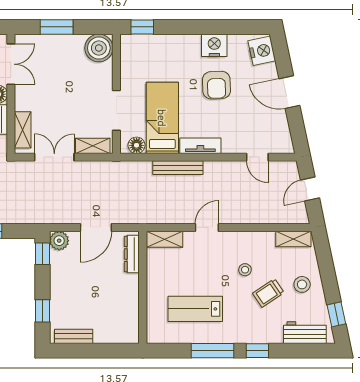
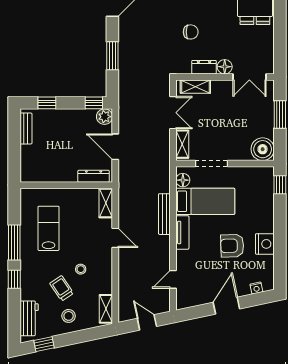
nightstand: (262, 51) -> (256, 288), width x0.53, depth x0.56

